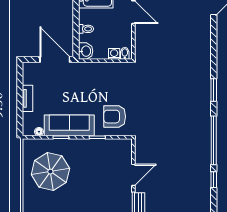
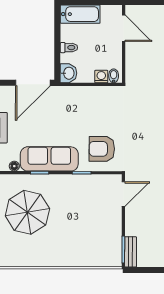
door: (55, 59) -> (33, 83), swing flipped
door: (133, 175) -> (123, 194), moved

